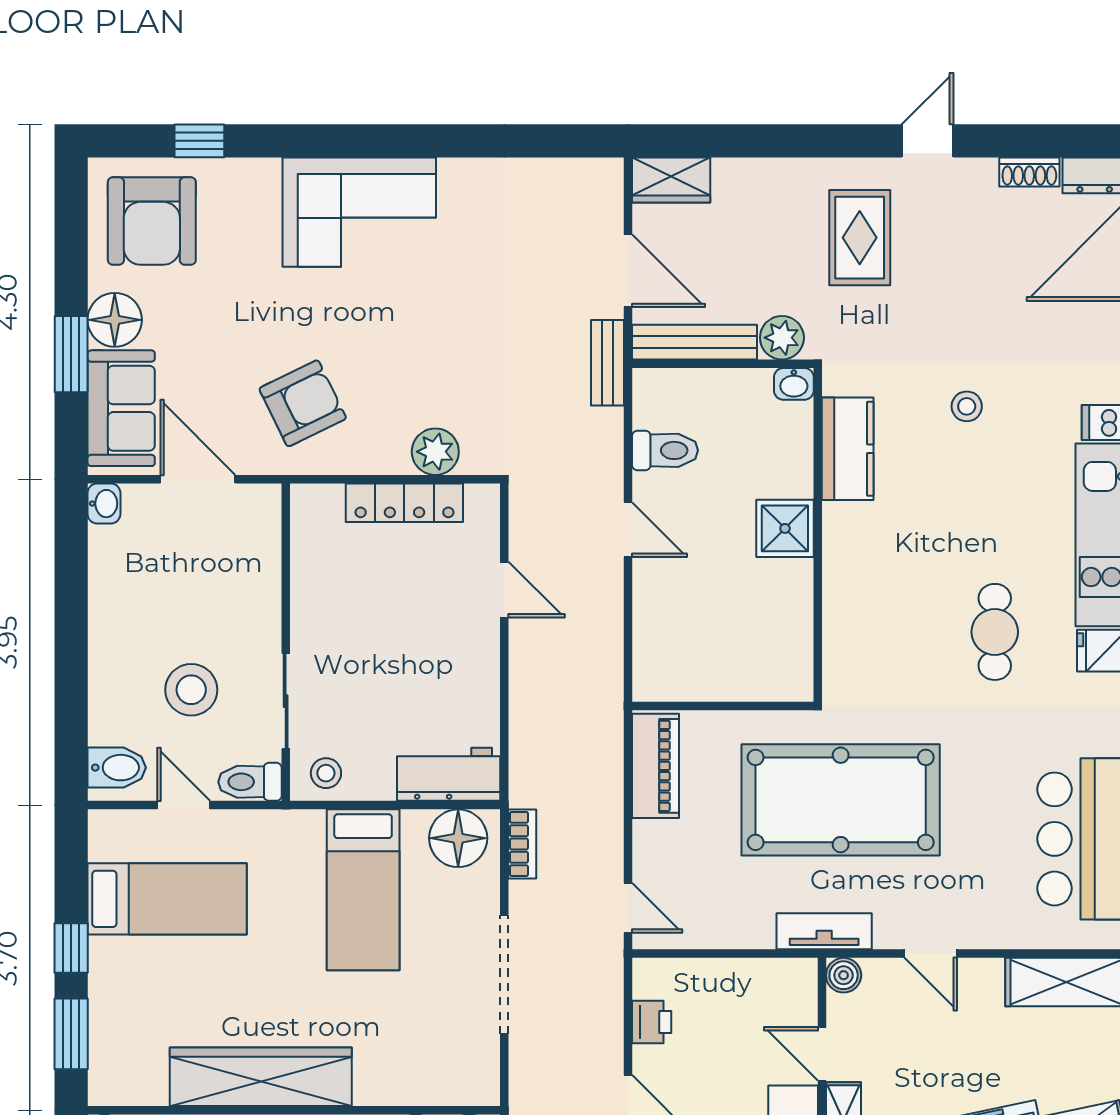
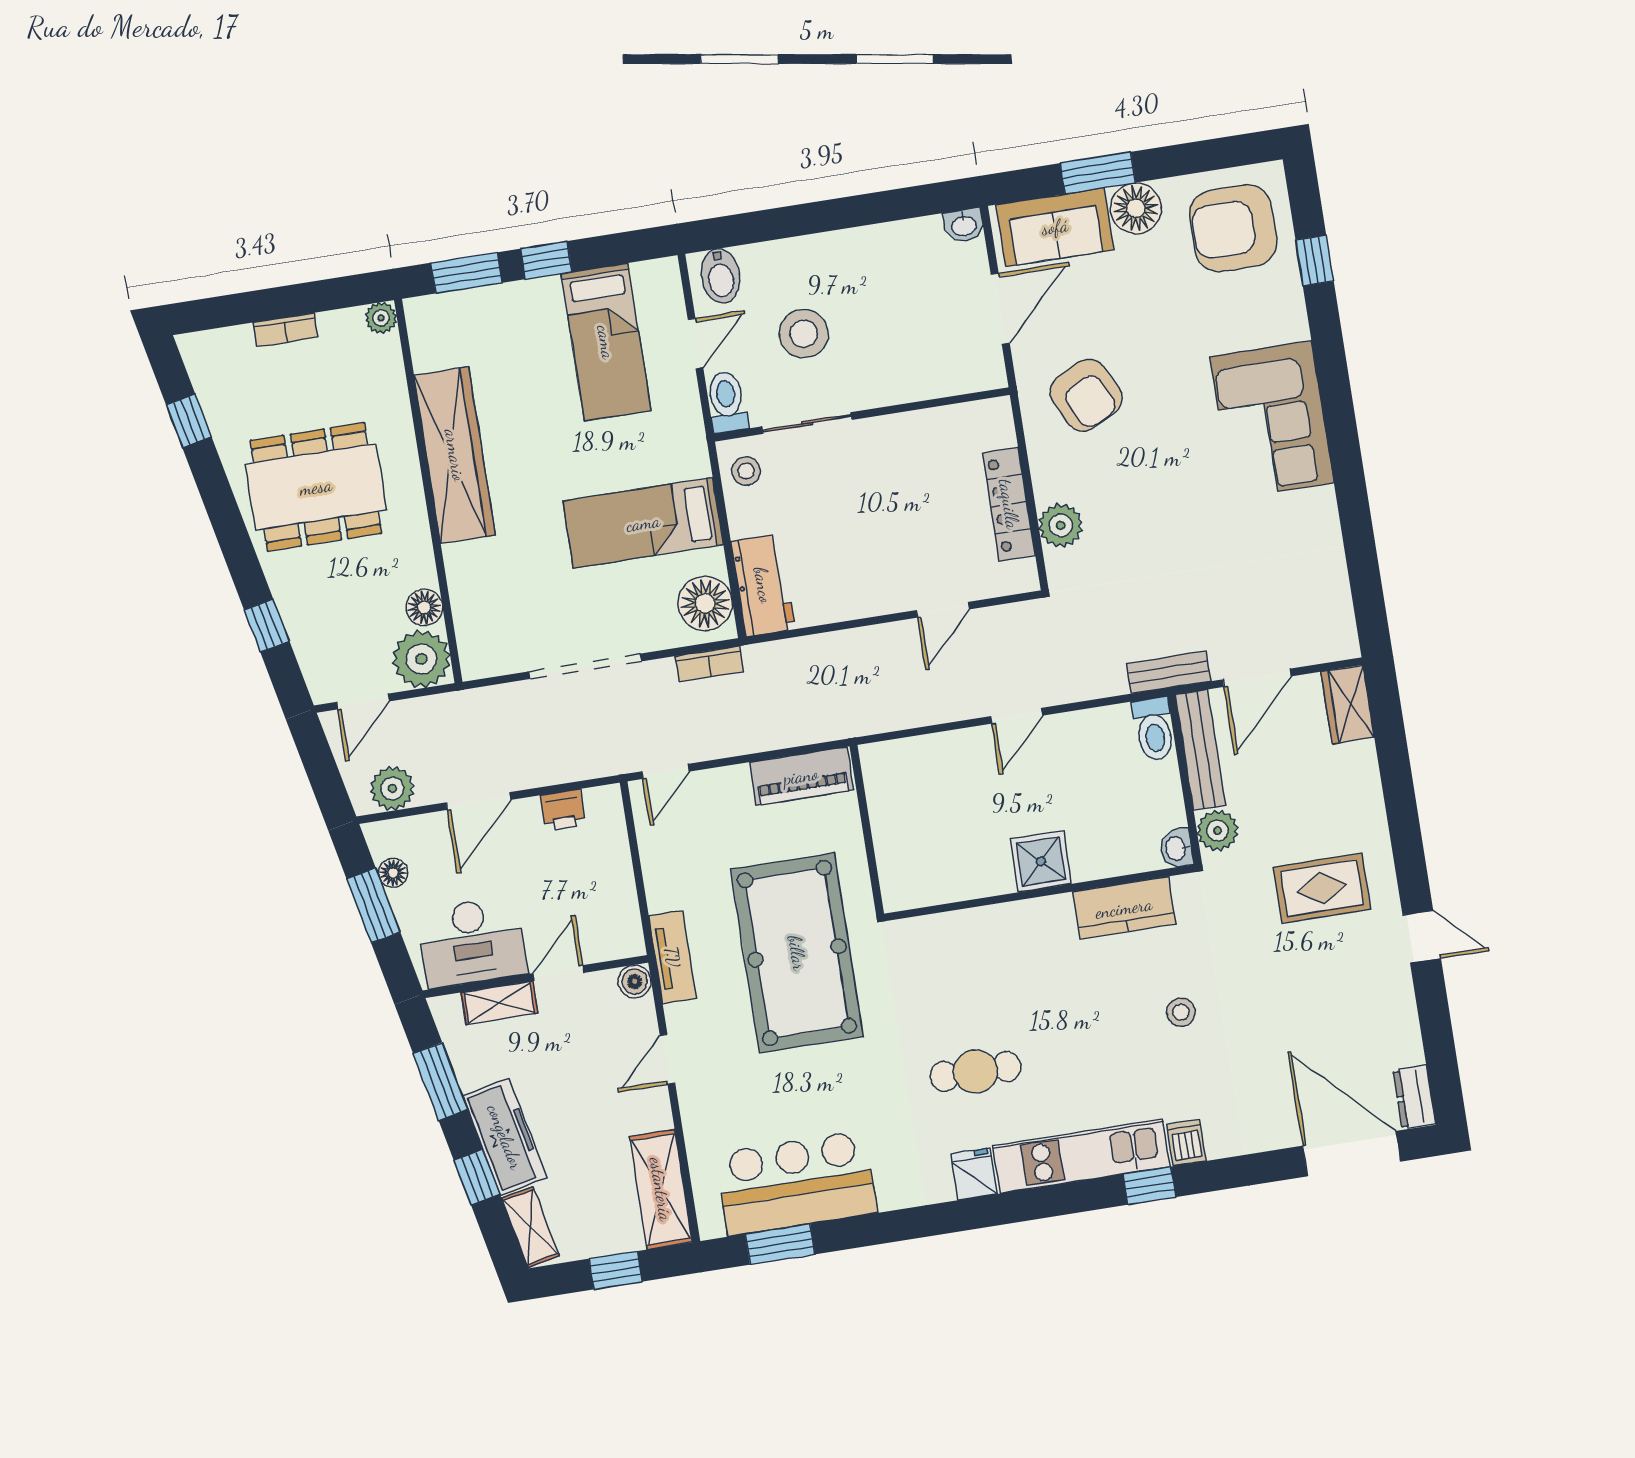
shoe rack: (1029, 172) -> (1408, 1036), removed
toilet: (665, 450) -> (1154, 729), moved

